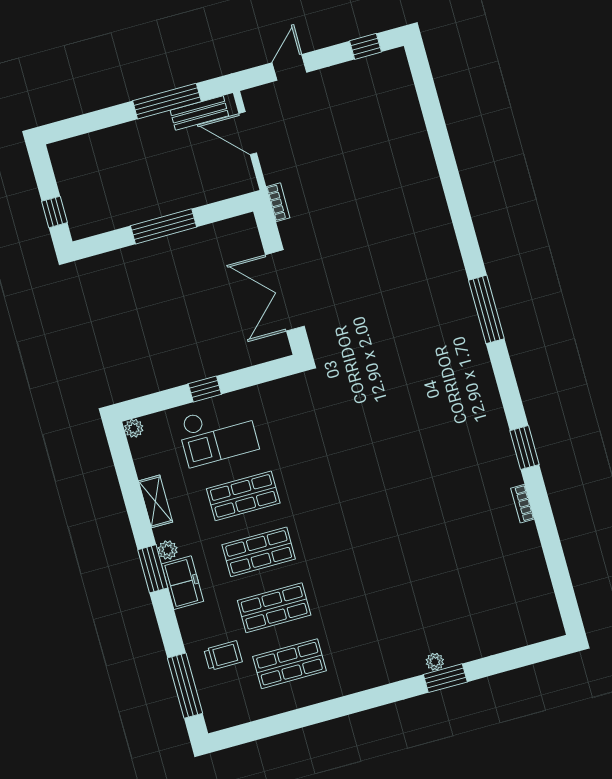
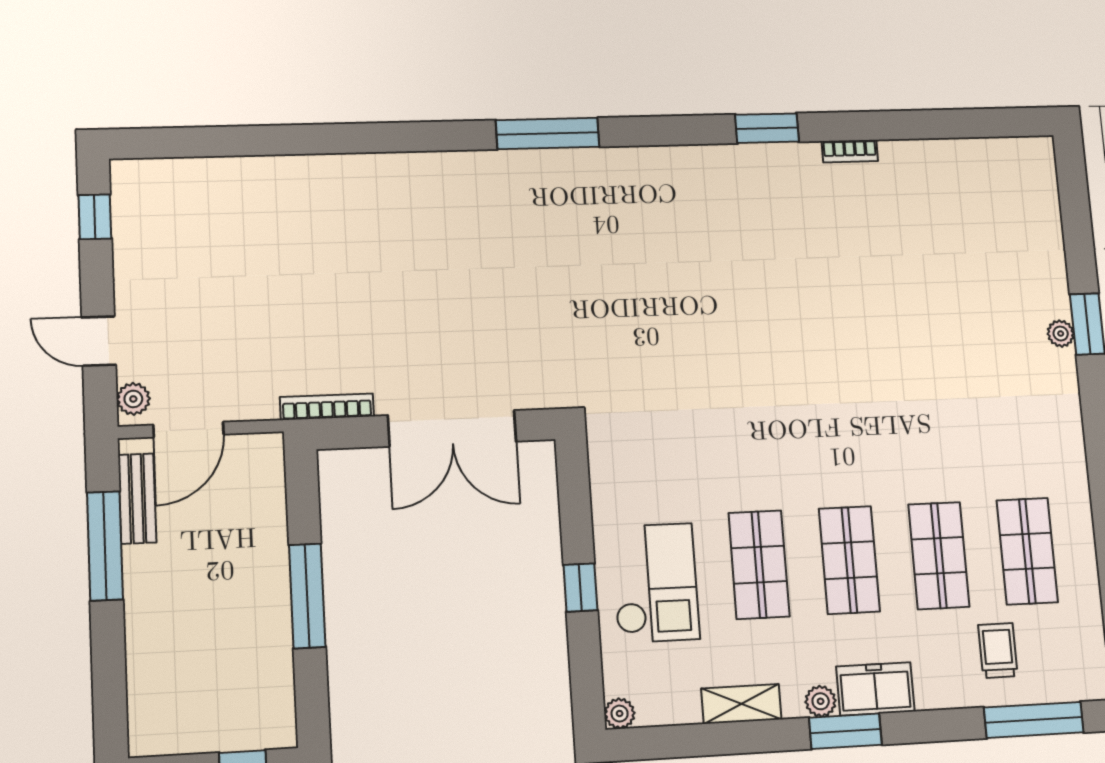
plant: (259, 96) -> (133, 399), added
bookcase: (278, 202) -> (327, 407), width x1.56

